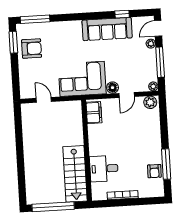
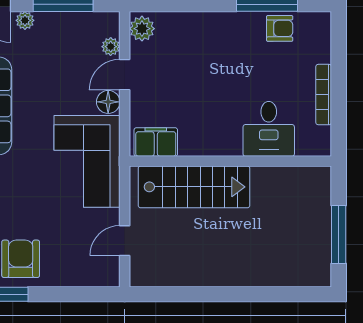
plant: (153, 86) -> (111, 47), moved
door: (127, 95) -> (125, 75), swing flipped
stairs: (75, 174) -> (194, 187), moved
window: (53, 207) -> (339, 234), width x0.68

